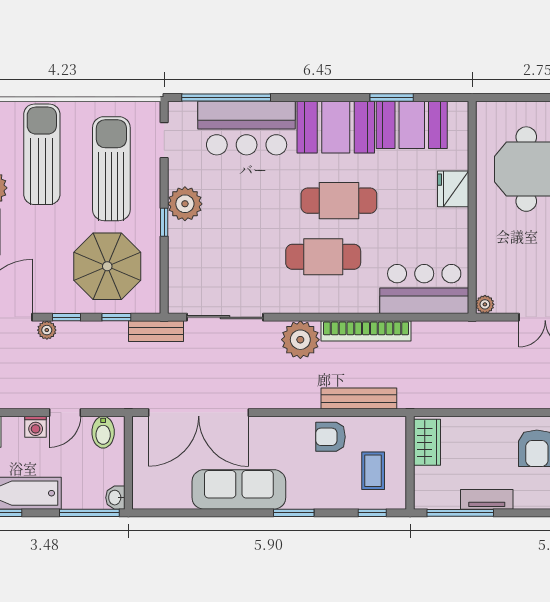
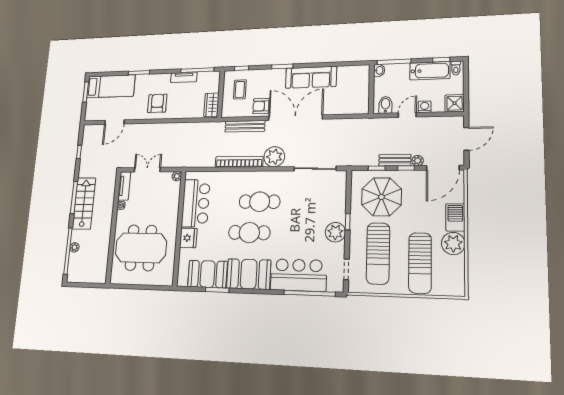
bar counter: (424, 289) -> (196, 203), moved, turned -90
bench: (156, 331) -> (395, 160), moved
double door: (199, 413) -> (295, 118), moved
armchair: (330, 437) -> (261, 106), turned 180

